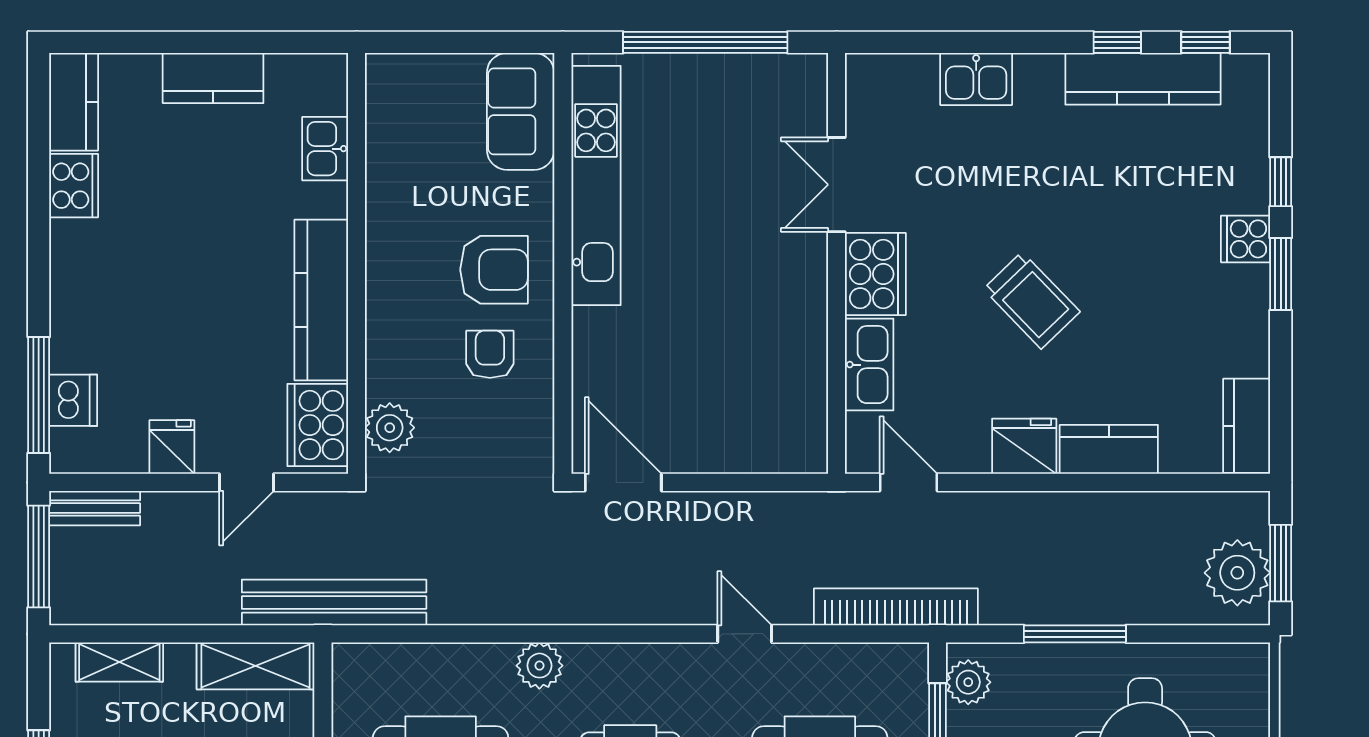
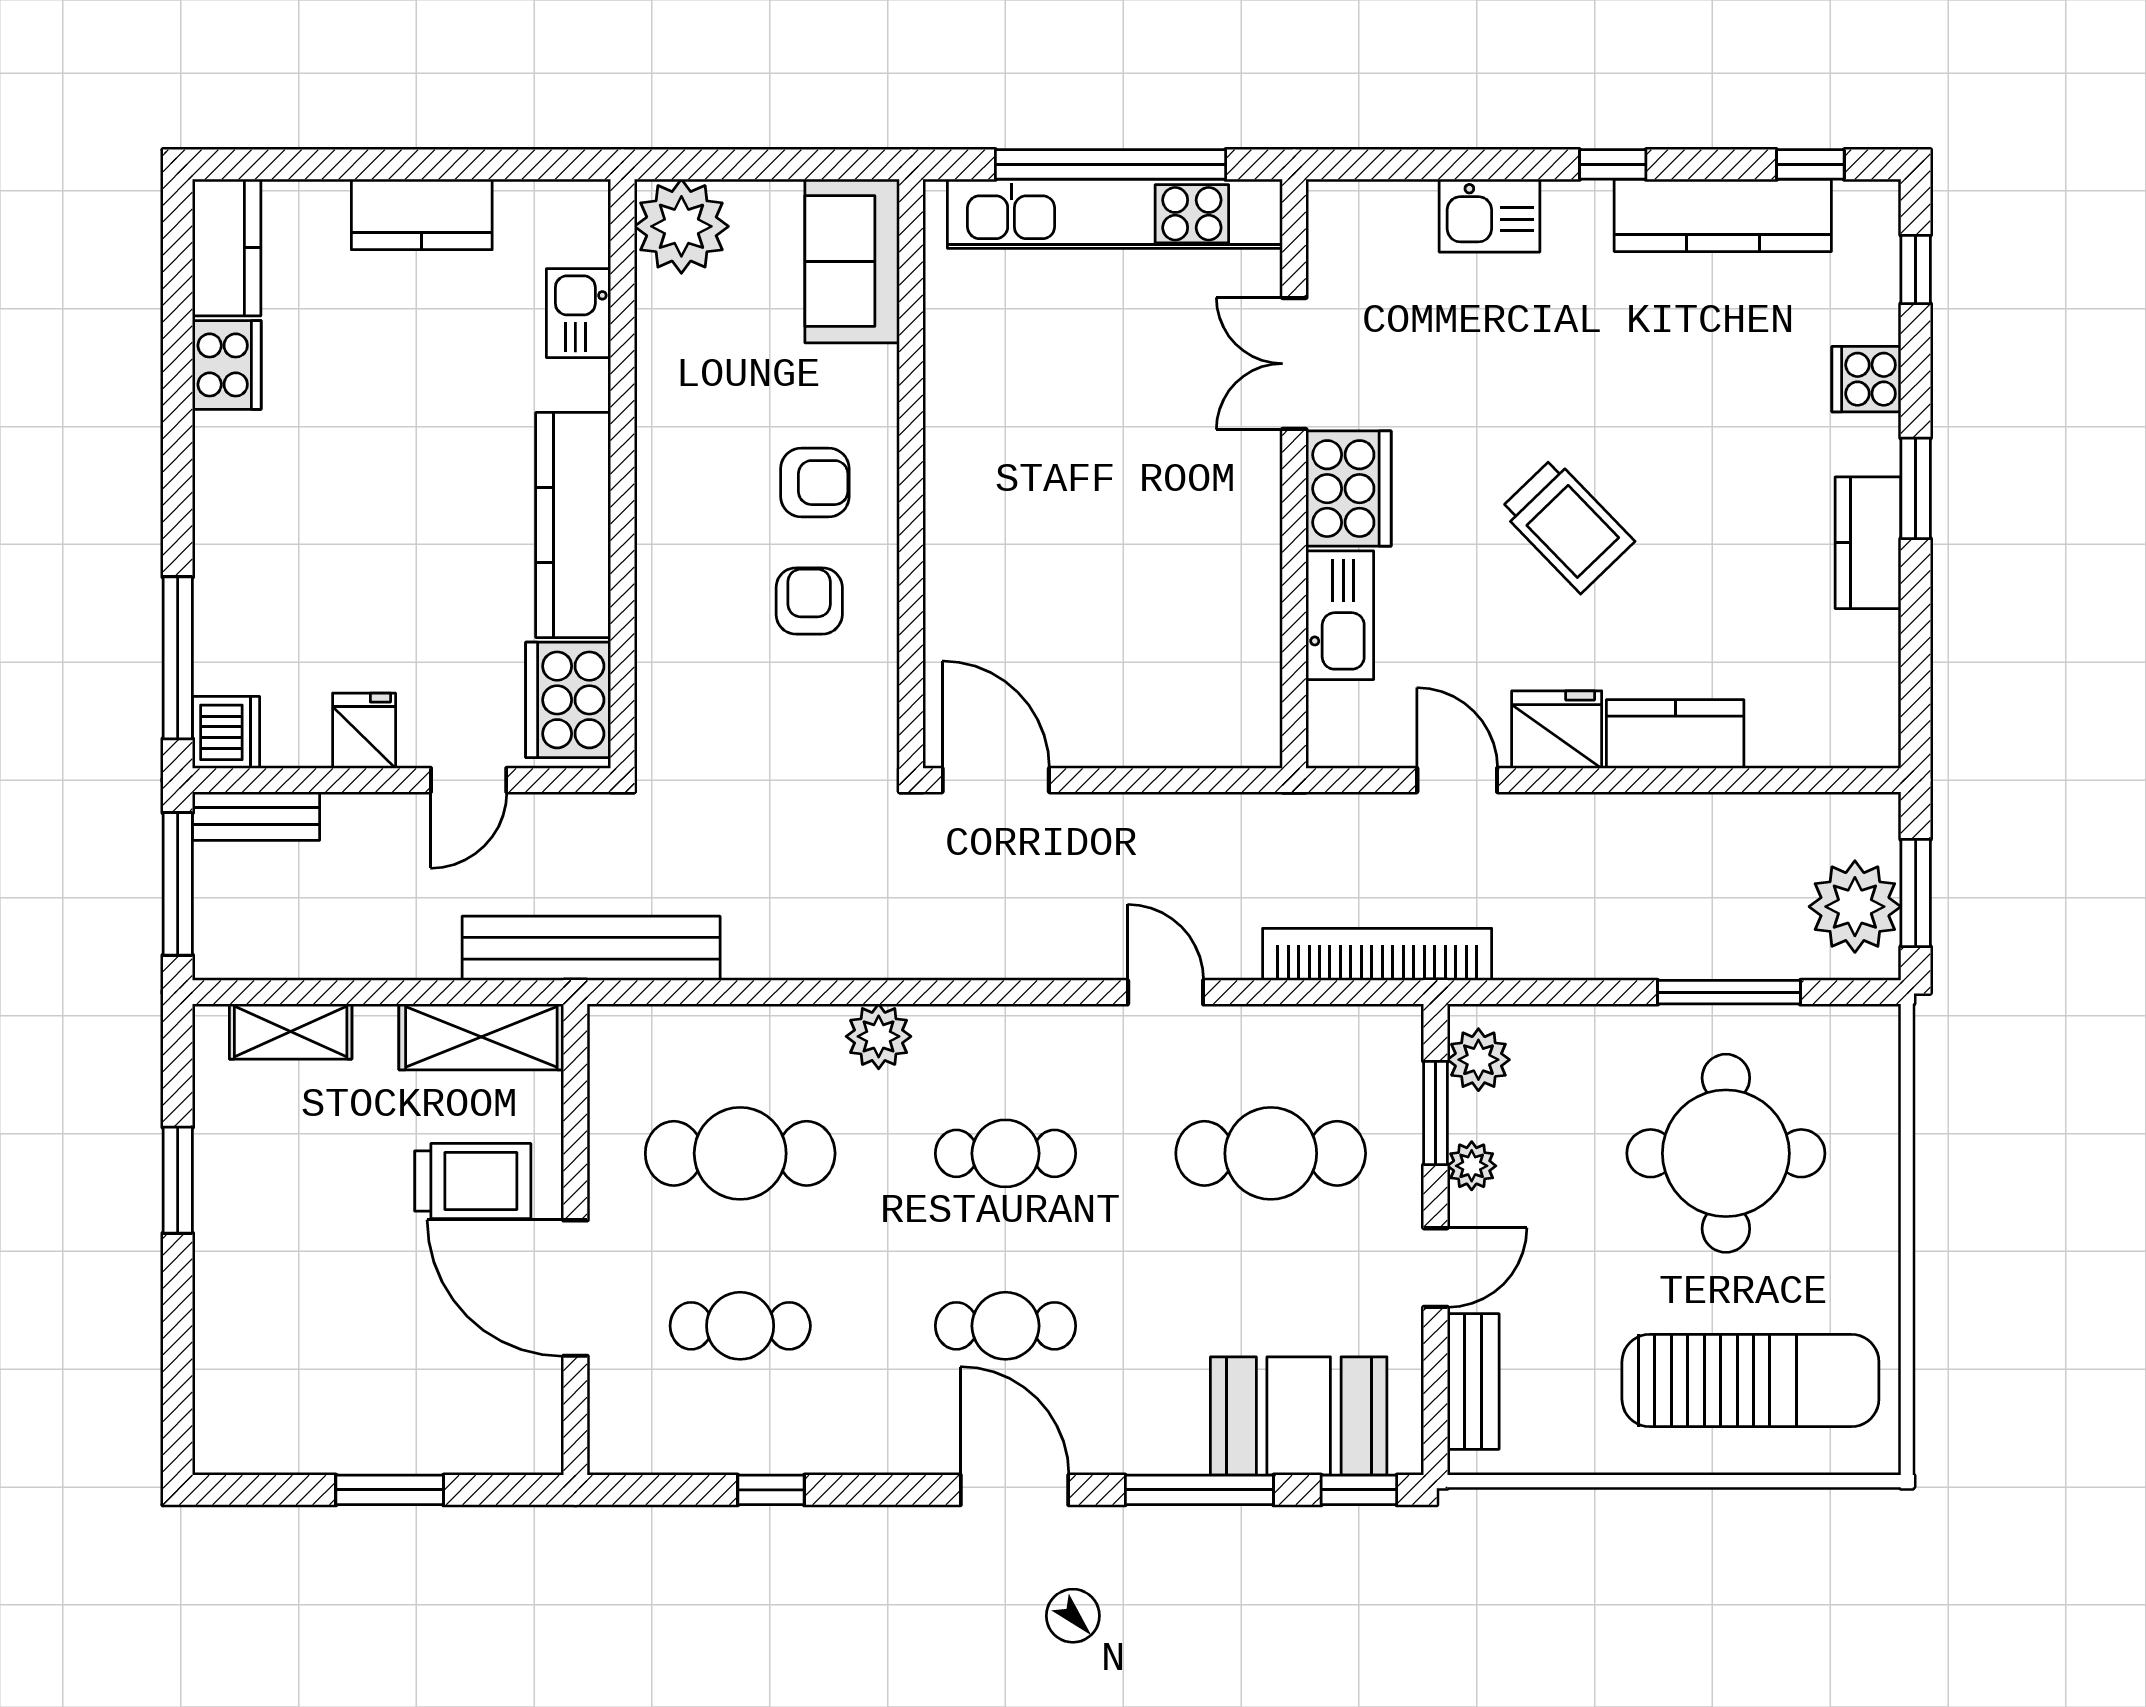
window: (1117, 42) -> (1613, 164), moved
window: (1281, 182) -> (1916, 269), moved
kitchen unit: (596, 185) -> (1115, 214), moved, turned 90
cooker: (1246, 239) -> (1866, 379), moved
armchair: (494, 270) -> (815, 483), width x0.72, depth x0.72
dishwasher: (73, 400) -> (226, 732), moved
kitchen counter: (1247, 426) -> (1868, 543), moved
plant: (390, 428) -> (681, 226), moved, width x1.36, depth x1.36
door: (909, 482) -> (1457, 780), moved
window: (1075, 634) -> (1729, 992), moved

